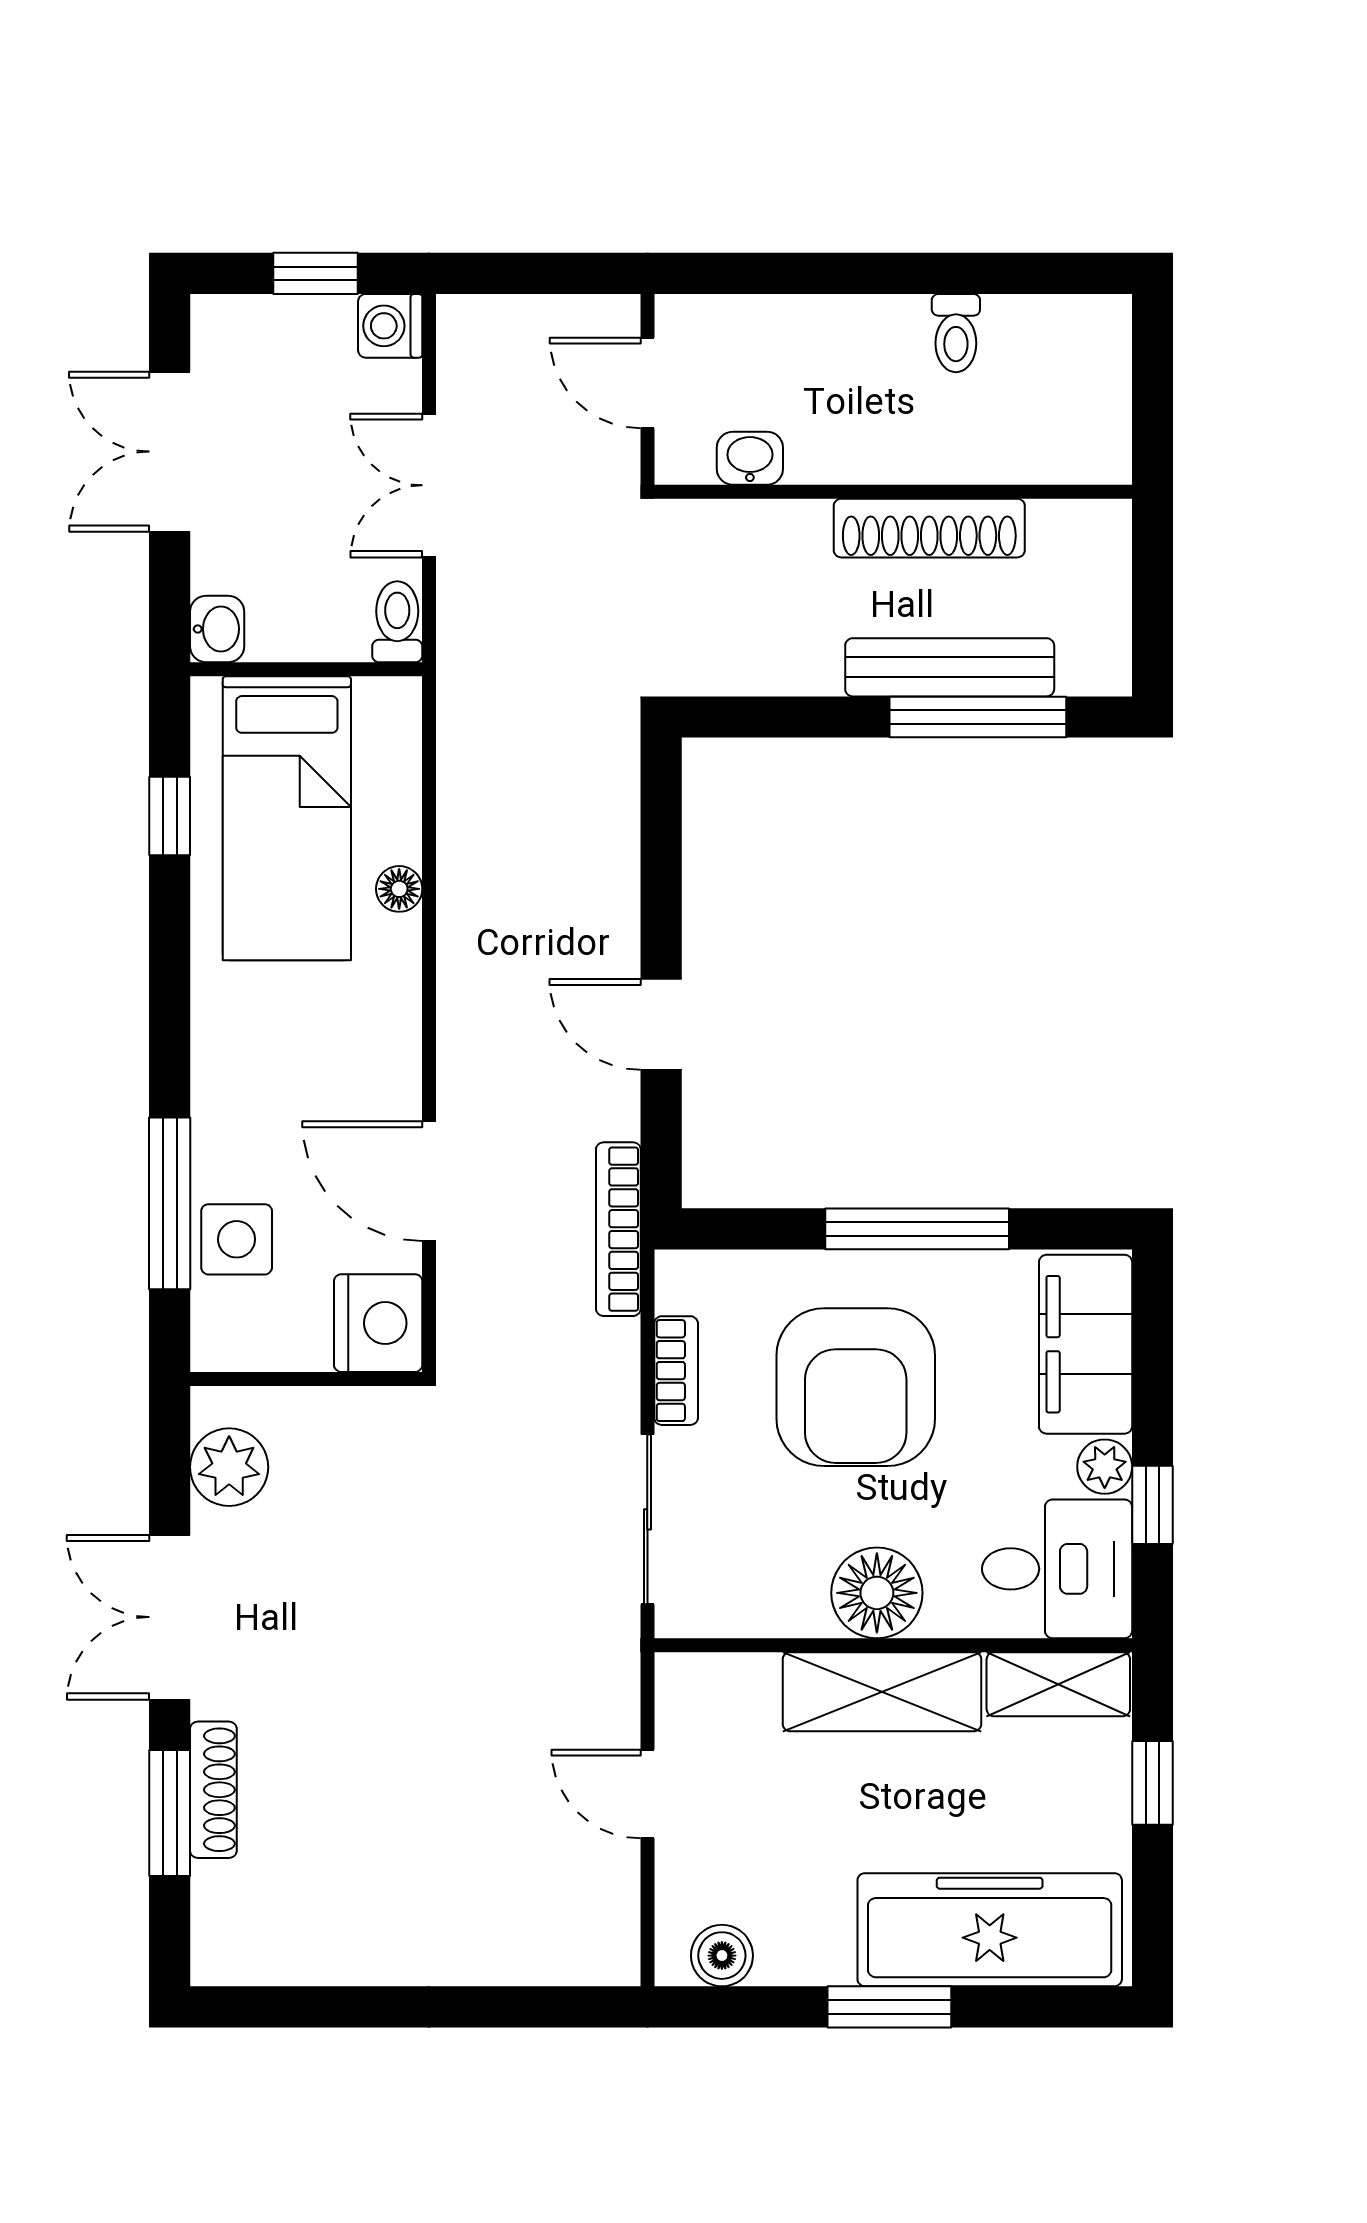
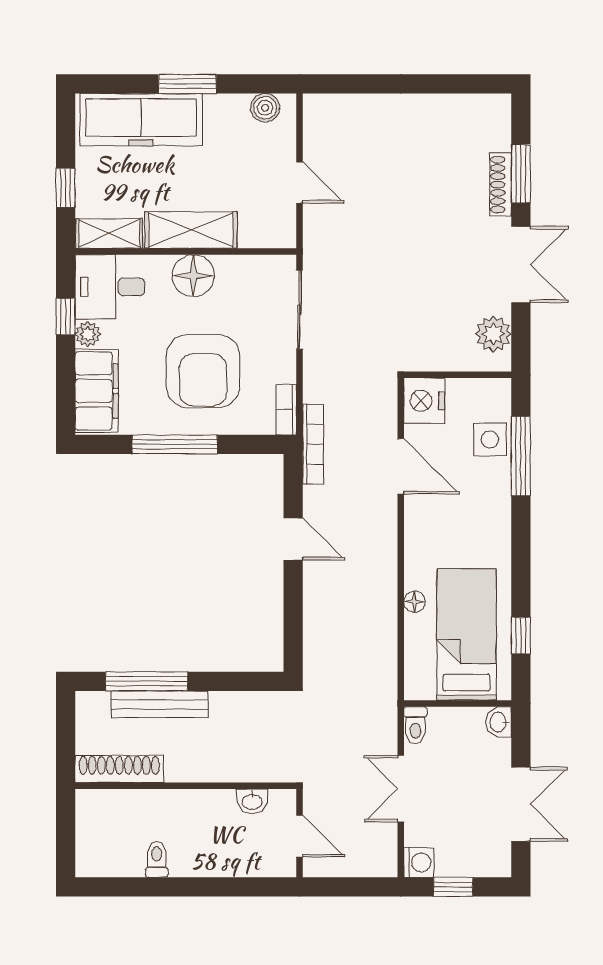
double door: (429, 485) -> (401, 789), swing flipped
shoe rack: (929, 528) -> (119, 769), moved
bookcase: (676, 1371) -> (286, 410), moved
armchair: (856, 1387) -> (203, 371), turned 180

